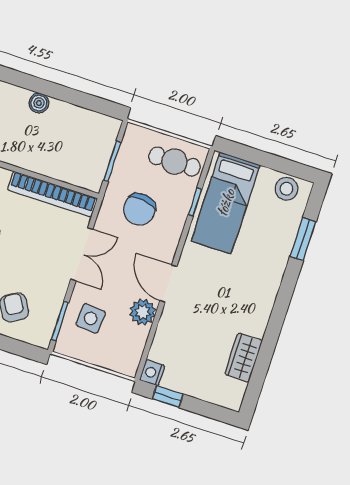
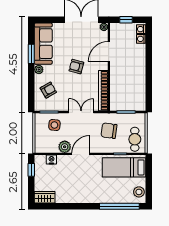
boiler: (39, 103) -> (141, 72), removed
window: (303, 239) -> (119, 206), width x2.11
double door: (82, 254) -> (81, 112), swing flipped
wardrobe: (244, 357) -> (45, 197), moved
nightstand: (152, 373) -> (51, 160), moved

